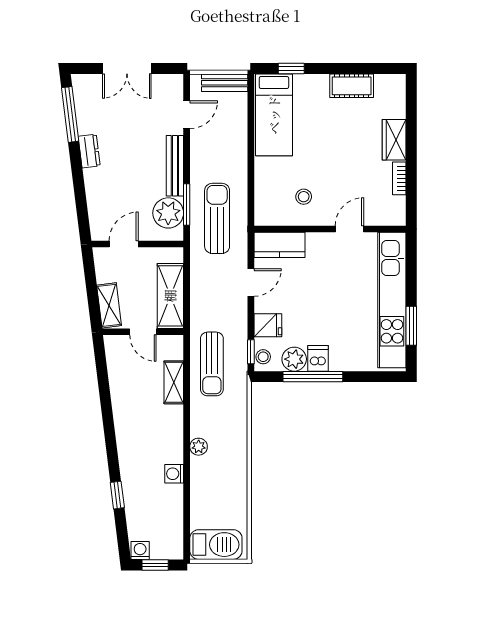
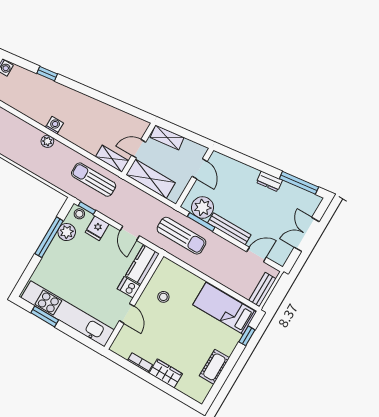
door: (187, 115) -> (256, 255), swing flipped
dishwasher: (318, 358) -> (129, 287), moved, turned 180
shelving: (174, 382) -> (112, 159), moved
washing machine: (174, 474) -> (54, 125), moved

